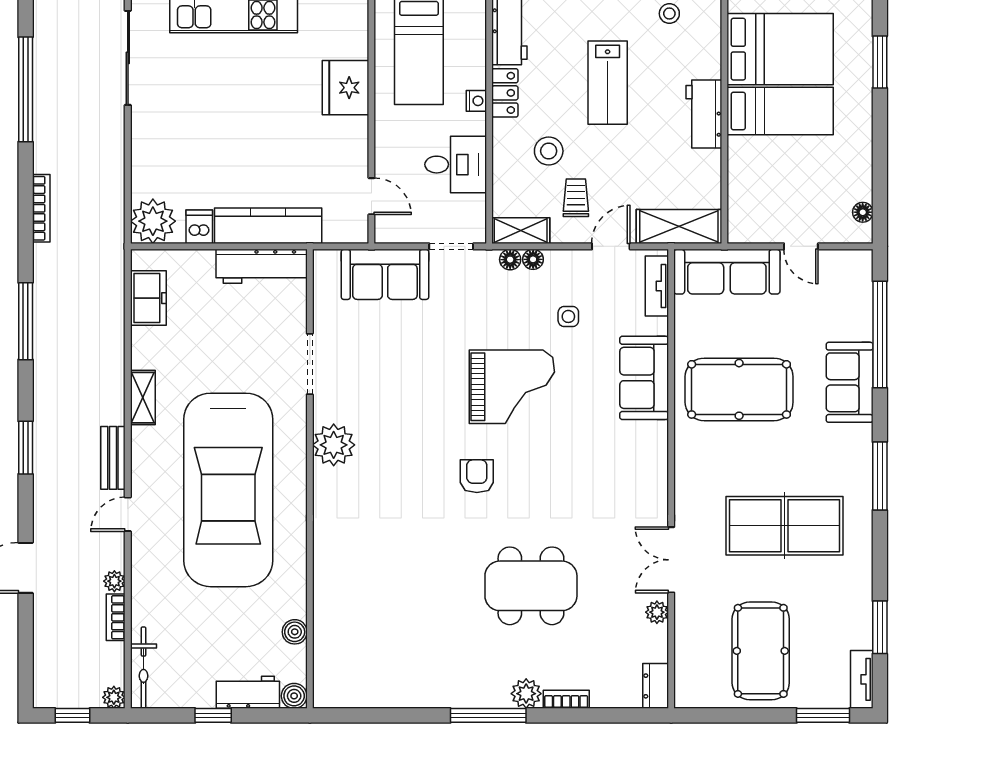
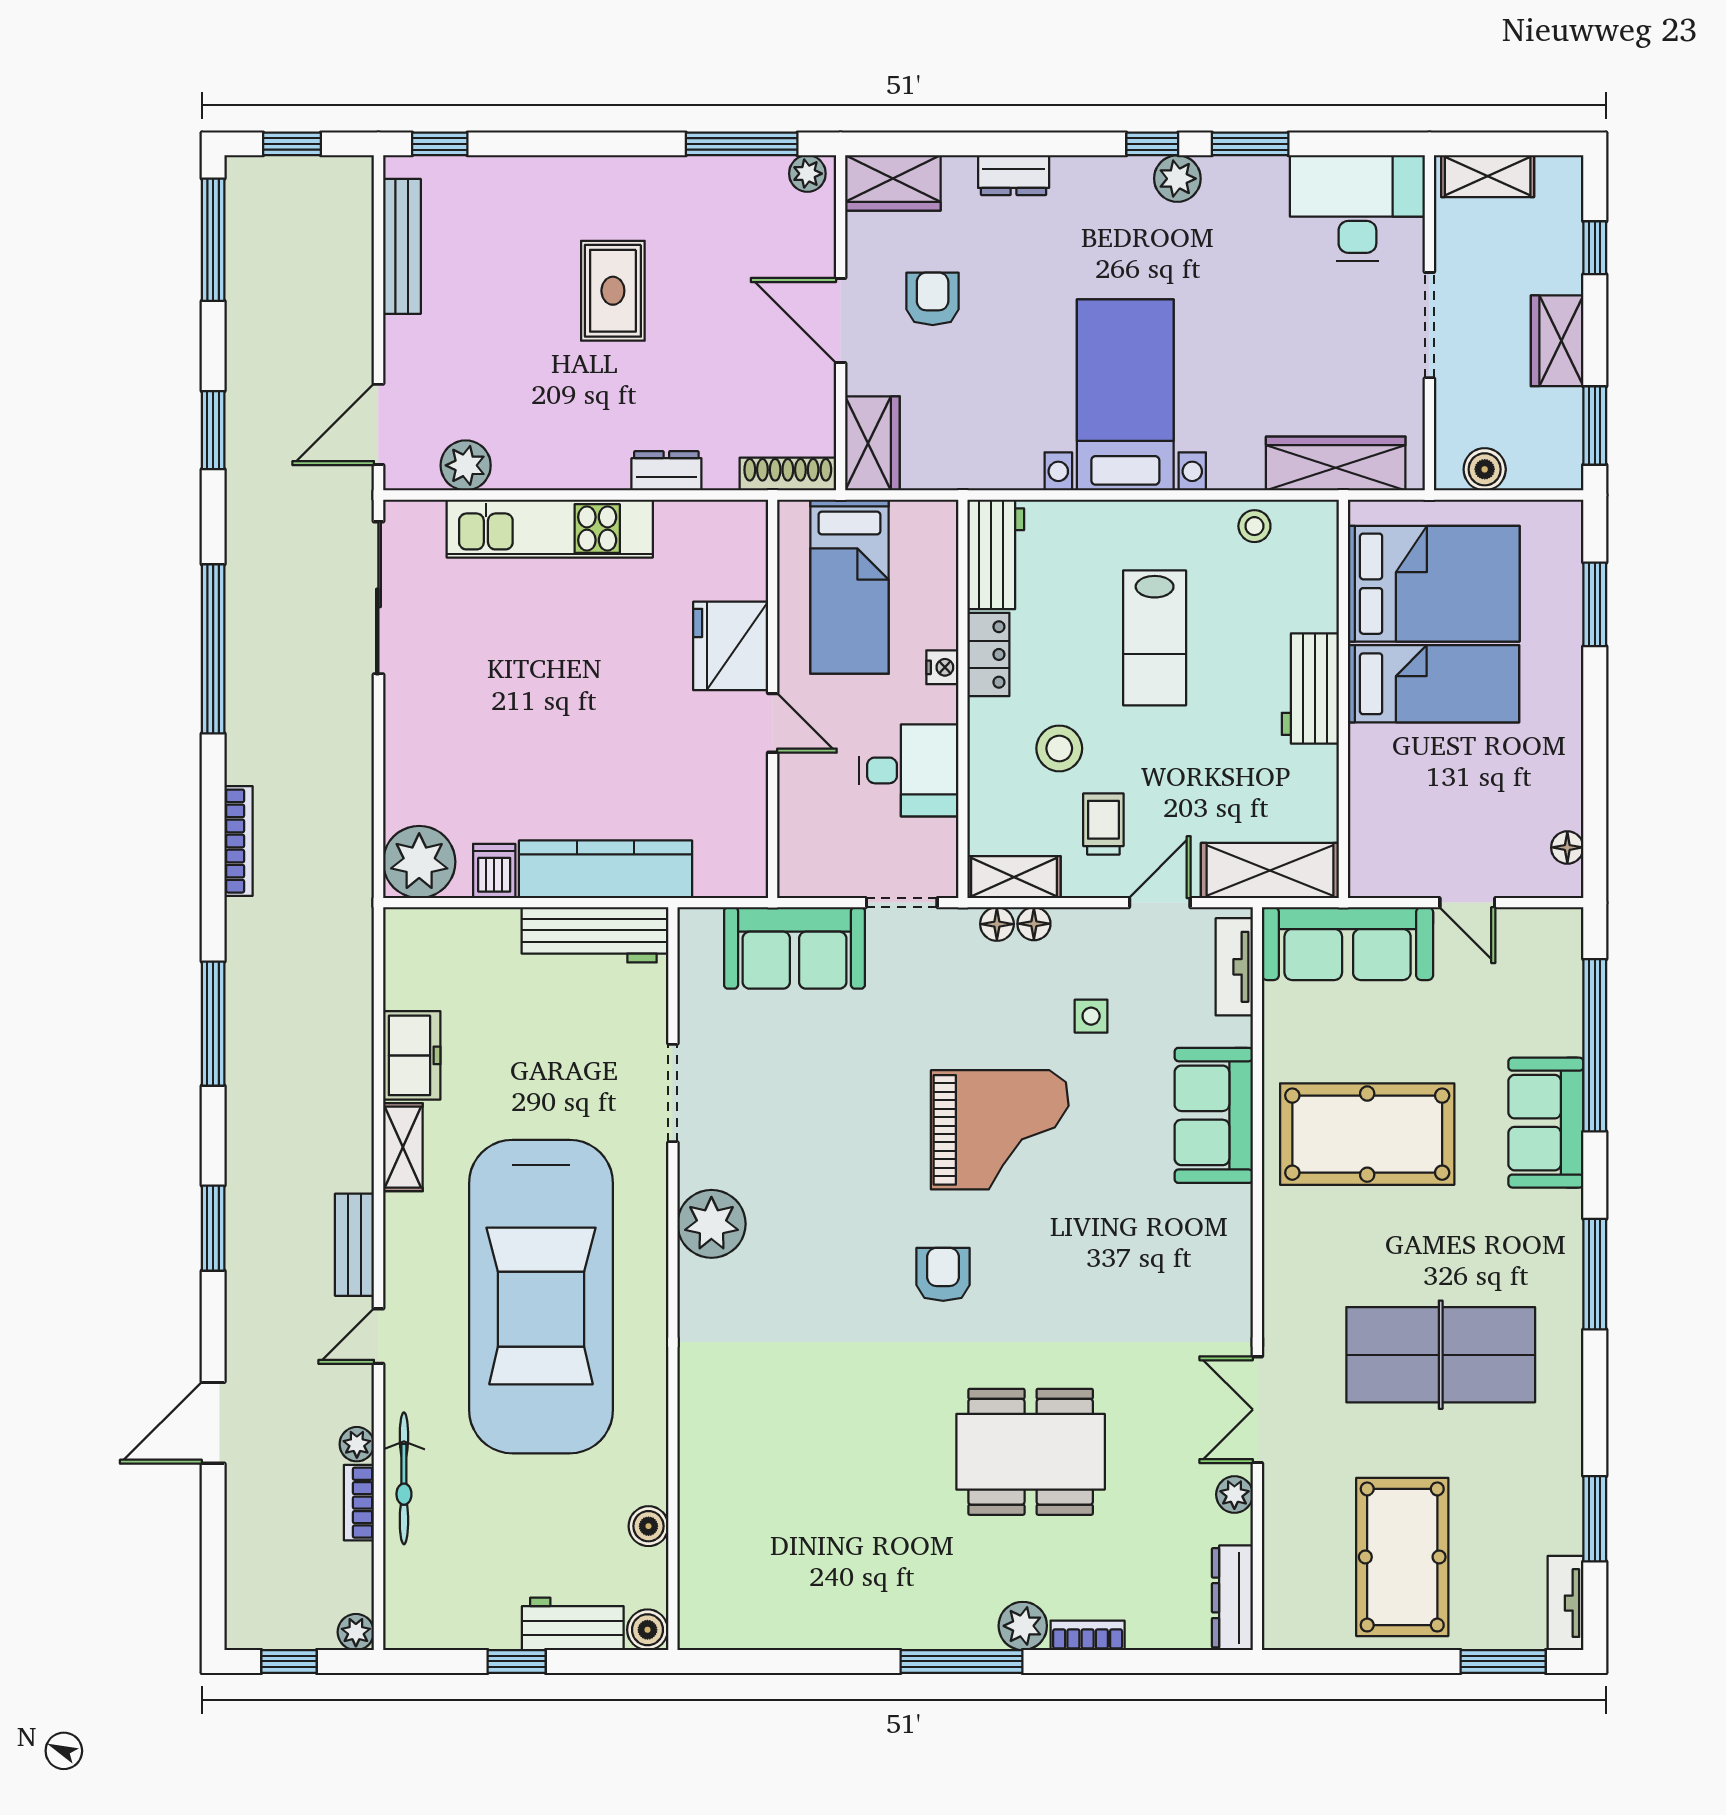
door: (371, 196) -> (773, 723), moved
freezer: (148, 298) -> (412, 1055), moved
bicycle: (144, 668) -> (404, 1478), moved
dresser: (656, 686) -> (1232, 1598), width x1.44

